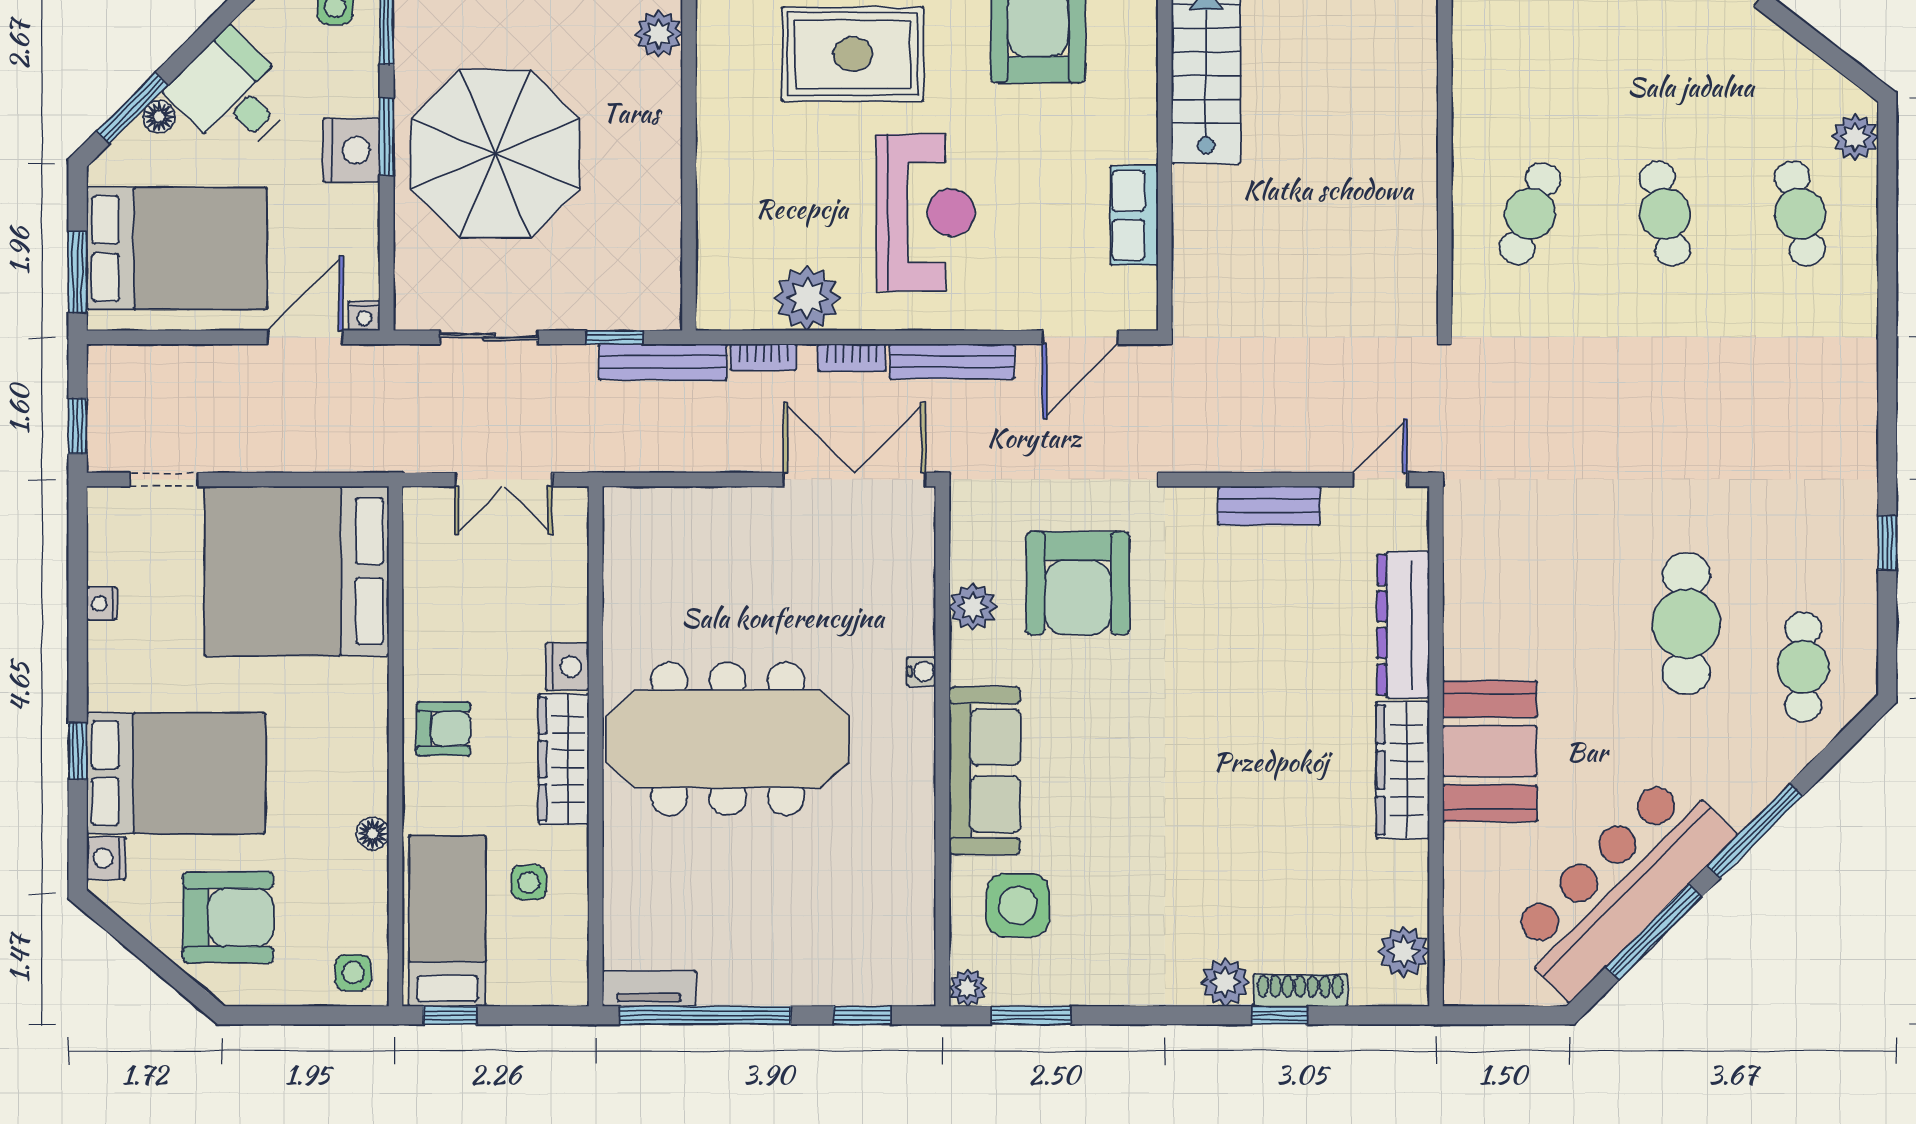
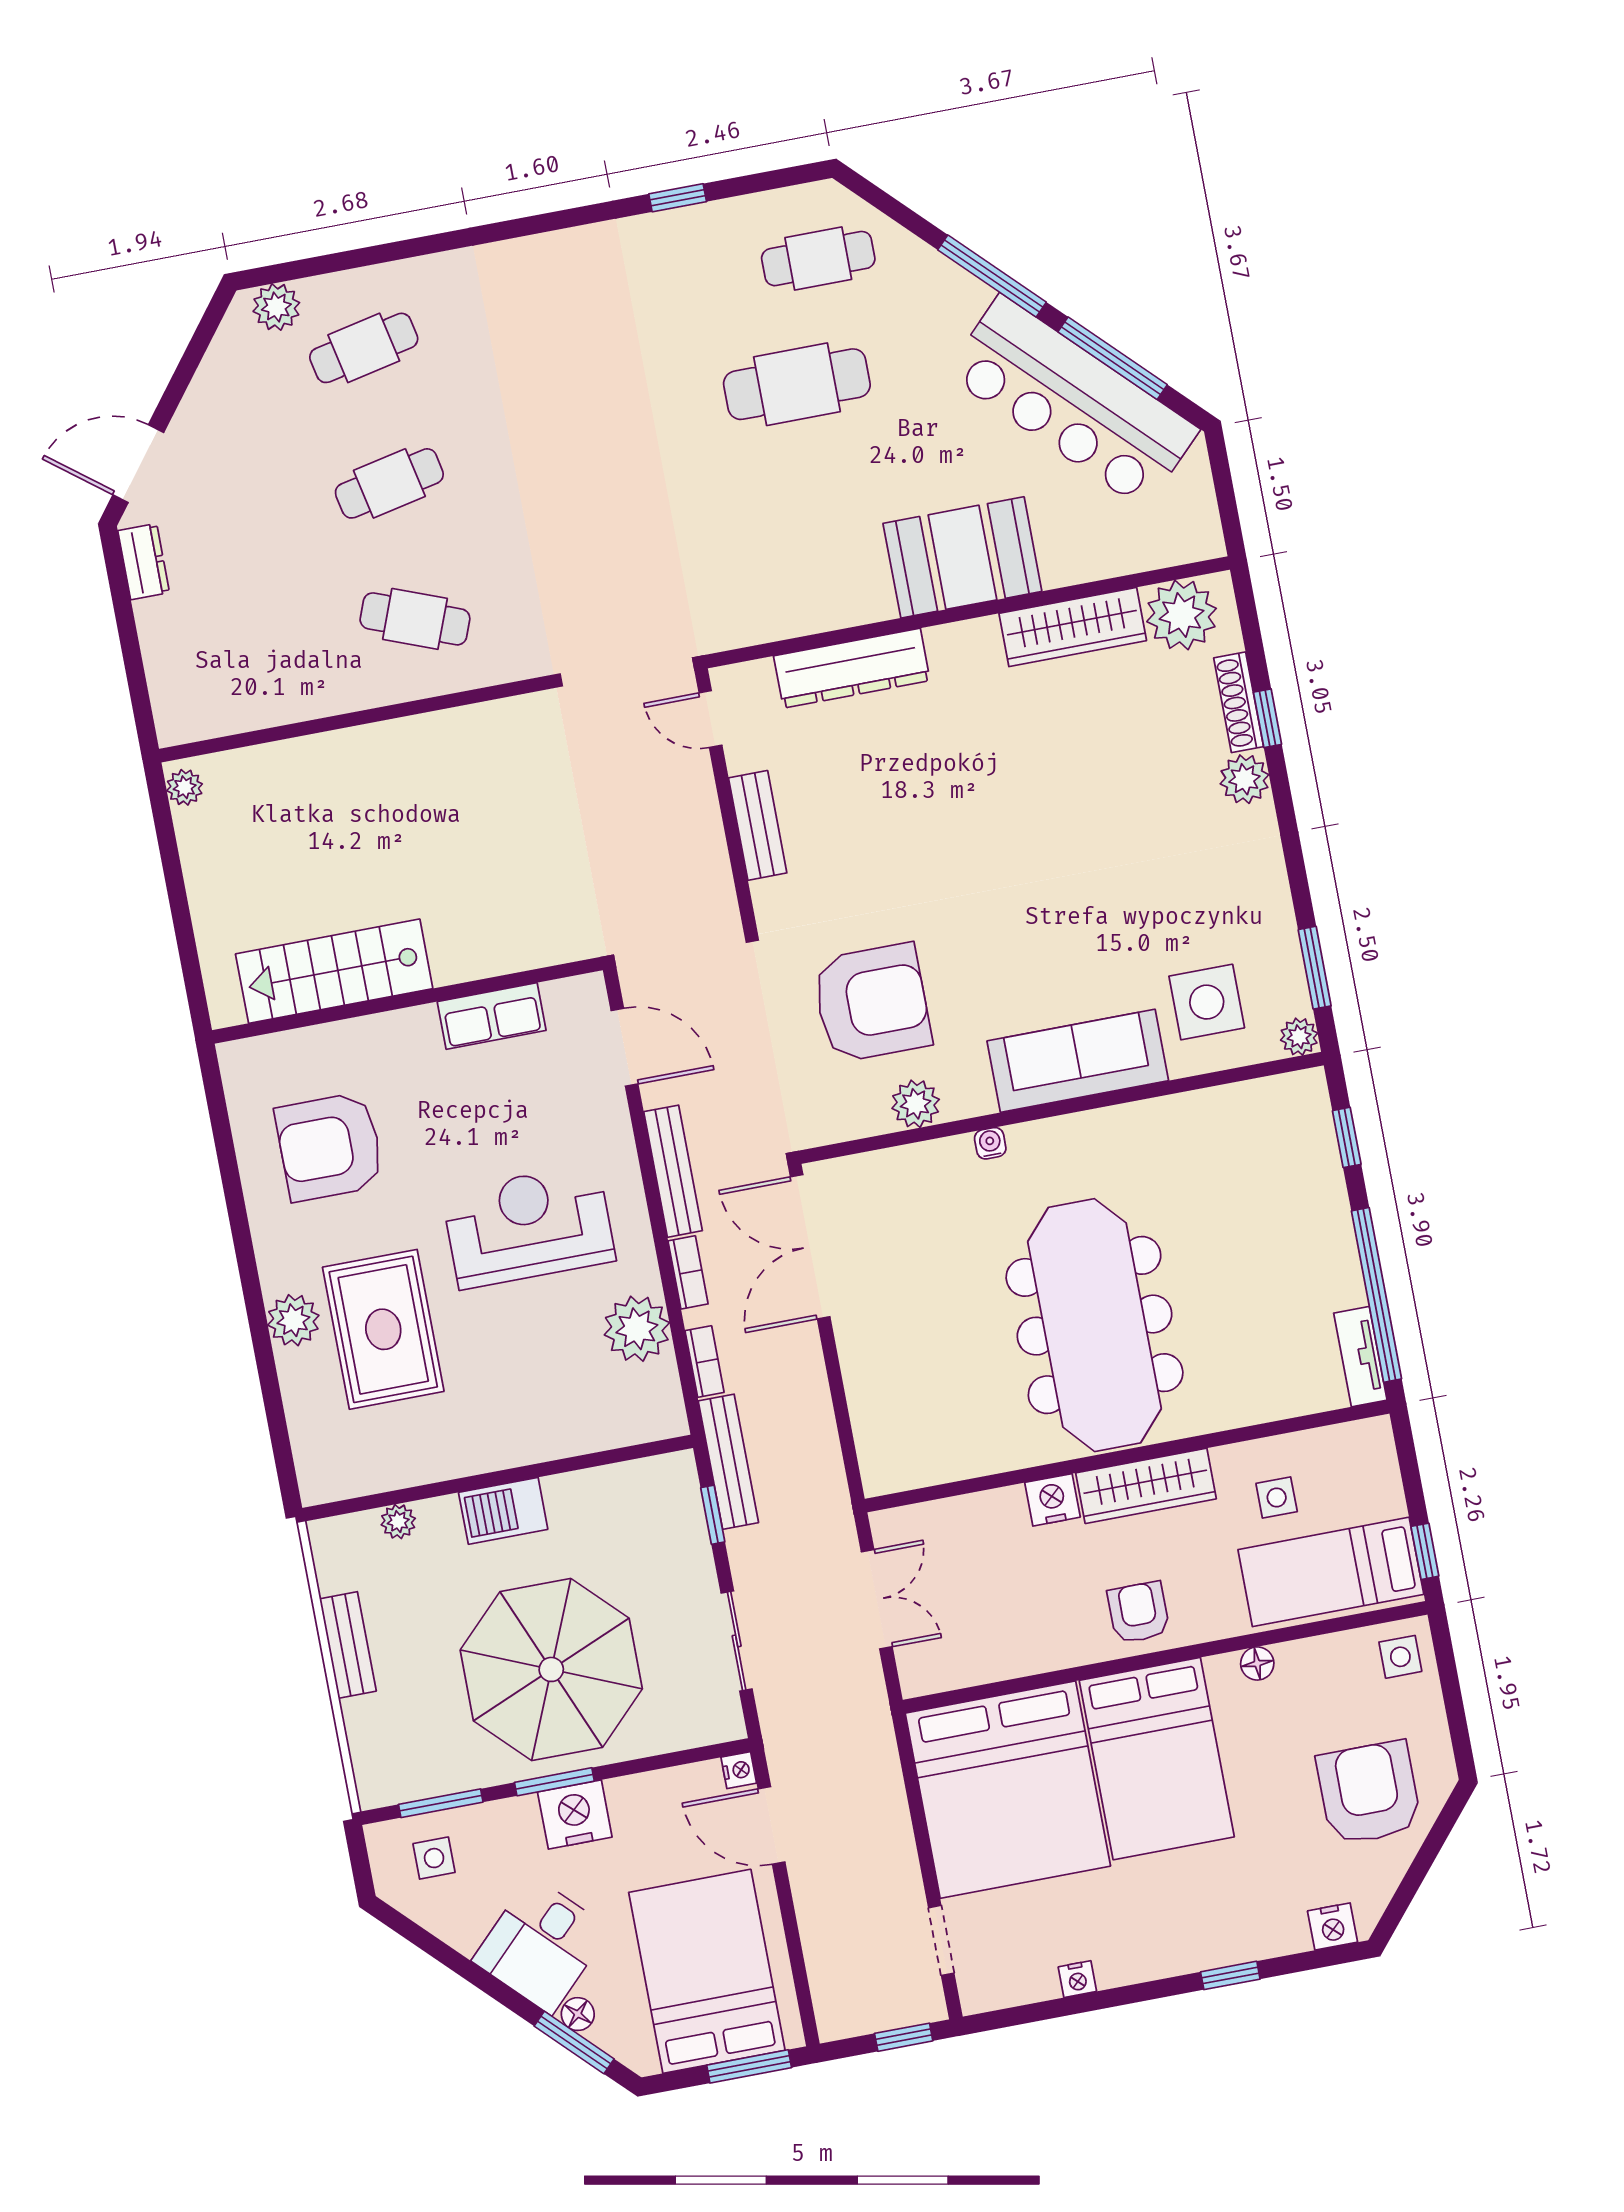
plant: (659, 34) -> (398, 1522), width x0.73, depth x0.73
barbecue: (656, 136) -> (503, 1511), added
wardrobe: (1403, 770) -> (1073, 627), moved
bed: (176, 773) -> (1157, 1759), moved, turned 180
plant: (1404, 951) -> (1182, 615), width x1.36, depth x1.36

